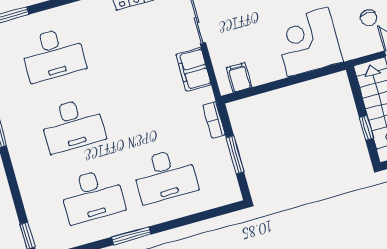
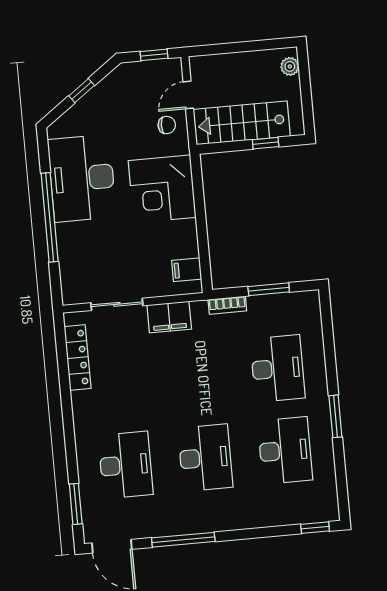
chair: (368, 18) -> (167, 125), moved

